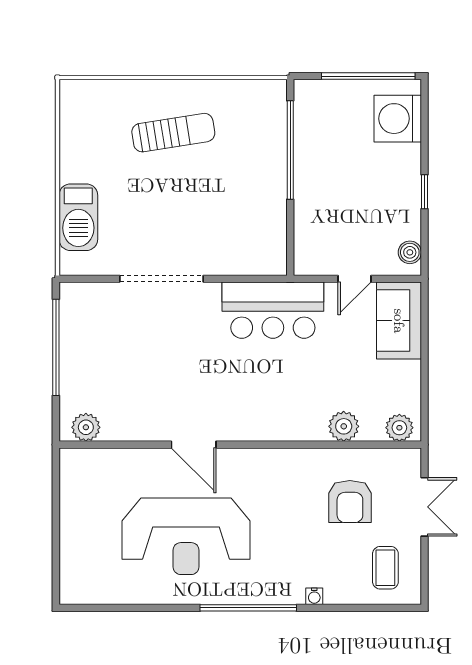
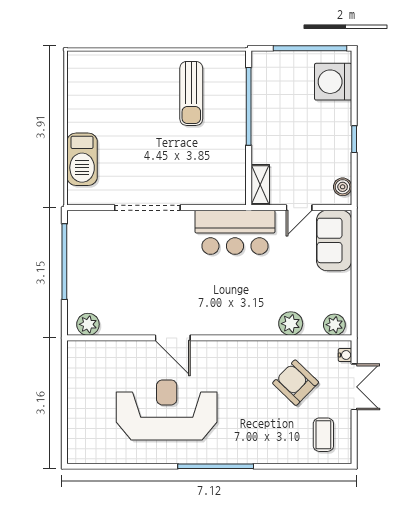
sun lounger: (173, 133) -> (191, 93), moved, turned 99
shelving: (305, 250) -> (260, 185), added
armchair: (350, 502) -> (296, 383), turned 134
reception desk: (186, 536) -> (167, 410), turned 180
water cooler: (314, 596) -> (345, 355), moved, turned -90

